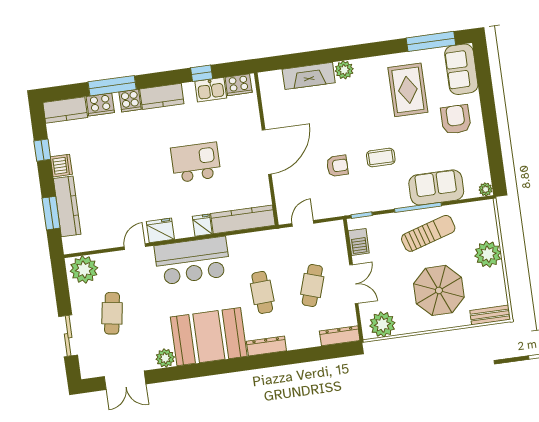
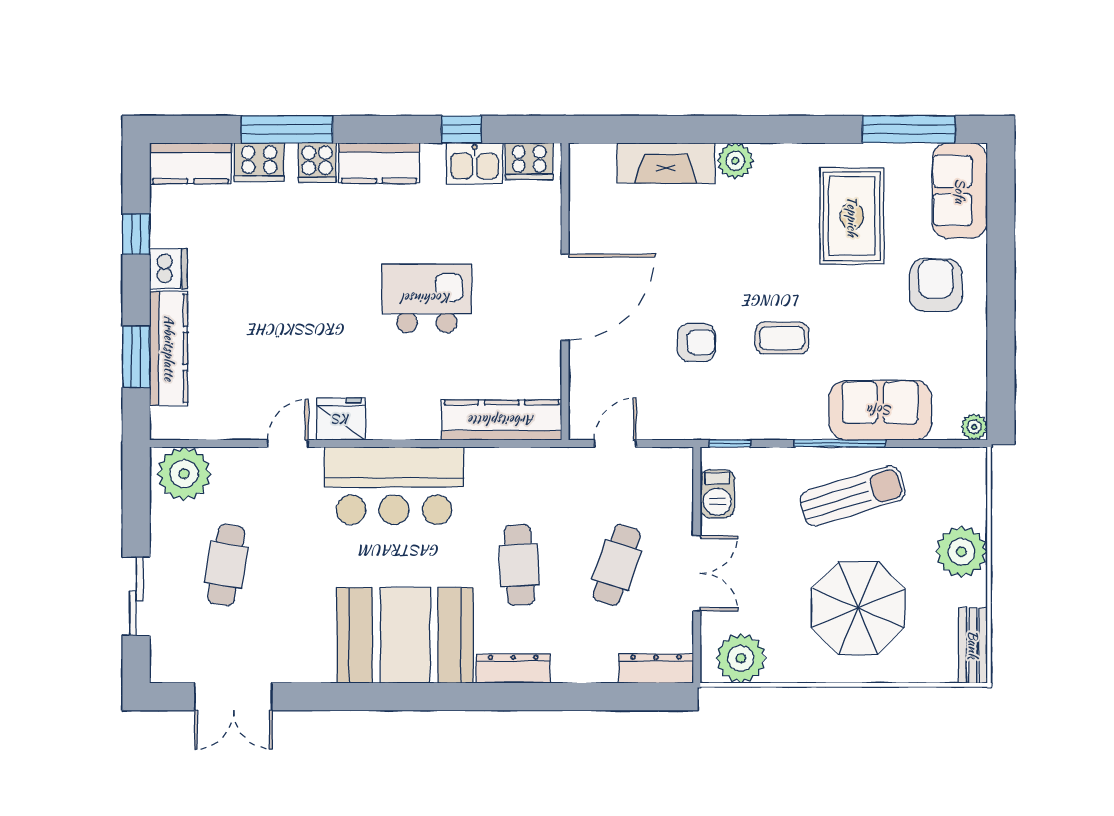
fridge: (202, 225) -> (422, 420), removed
bench: (490, 315) -> (973, 645), moved, turned 90
plant: (165, 358) -> (316, 665), removed

